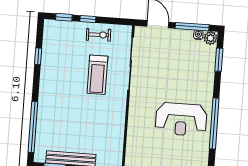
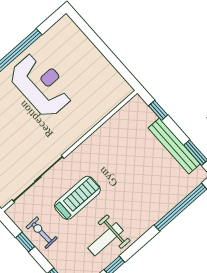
window: (88, 19) -> (25, 242), moved
weight bench: (58, 67) -> (105, 239), added

